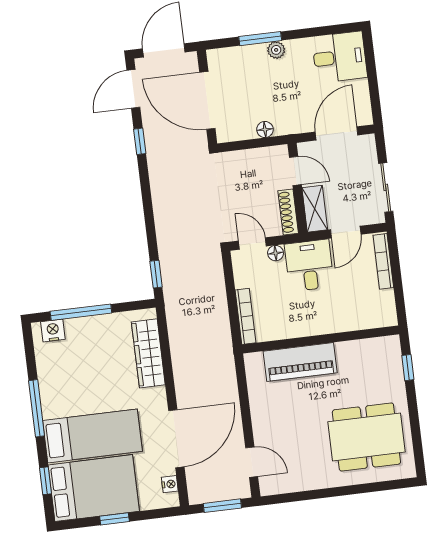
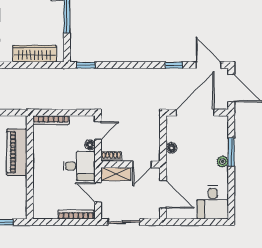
shoe rack: (288, 212) -> (111, 156), width x0.70

